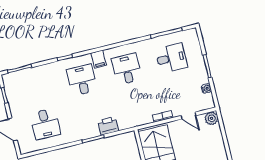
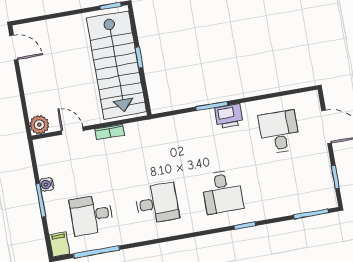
filing cabinet: (99, 59) -> (59, 244), moved
desk: (127, 69) -> (157, 203), turned -90
water cooler: (206, 88) -> (47, 184), moved
printer: (108, 126) -> (229, 116), moved

